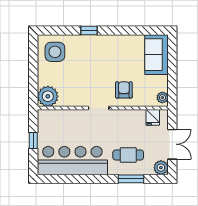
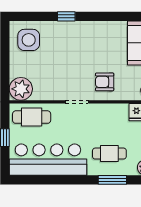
armchair: (124, 90) -> (105, 82), turned -90
cafe table: (58, 122) -> (32, 117), added

